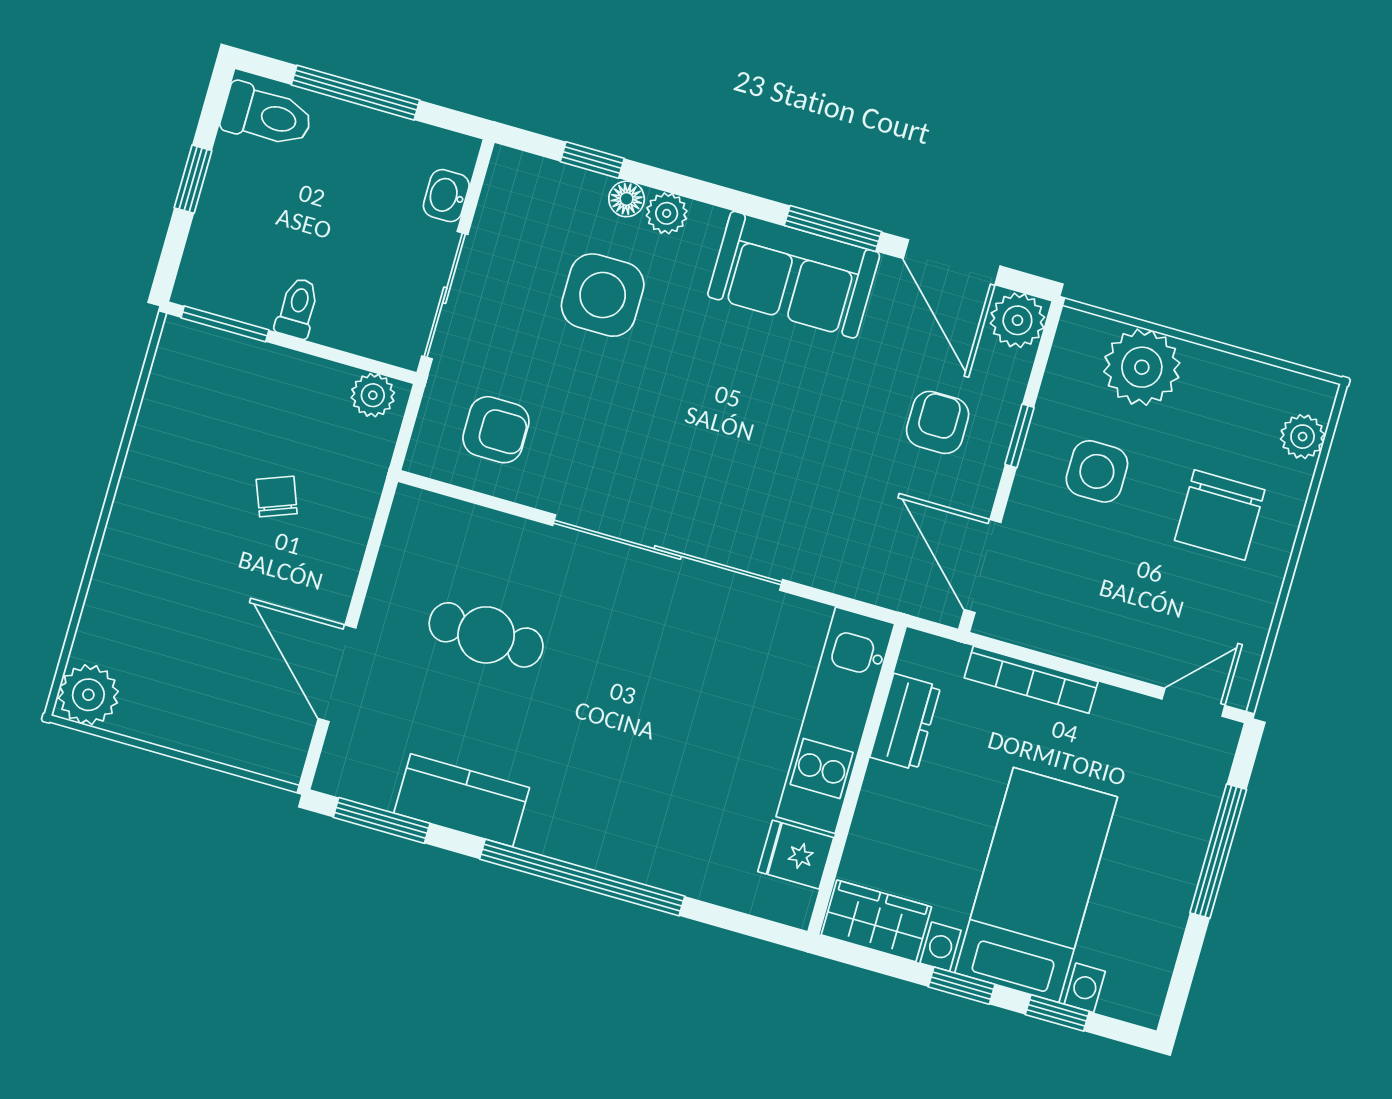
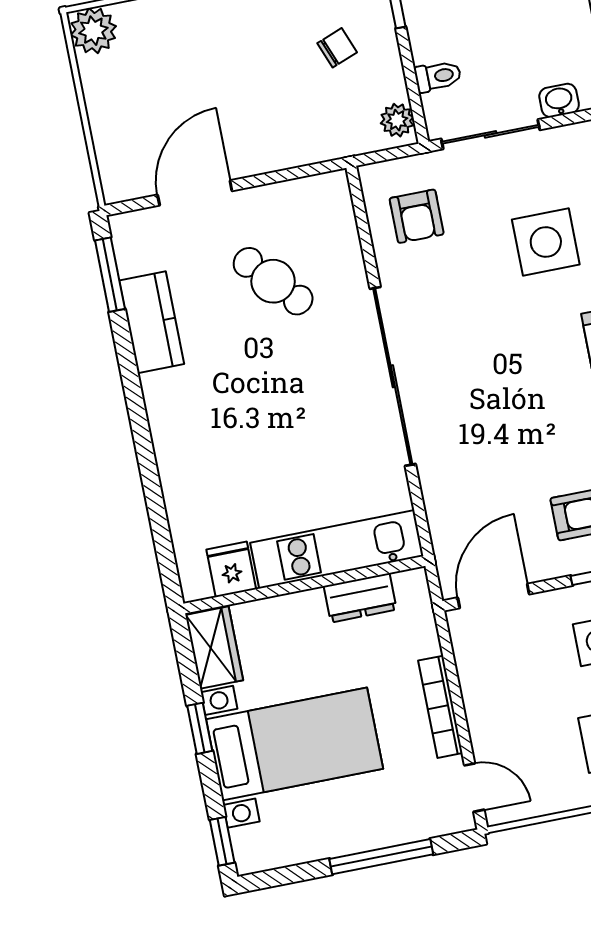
toilet: (298, 308) -> (438, 76), moved
chair: (277, 497) -> (337, 48), moved
cafe table: (486, 635) -> (273, 281), turned -44
bookcase: (1031, 680) -> (440, 707), moved
window: (582, 878) -> (141, 432), removed
window: (1057, 1013) -> (222, 841), moved

